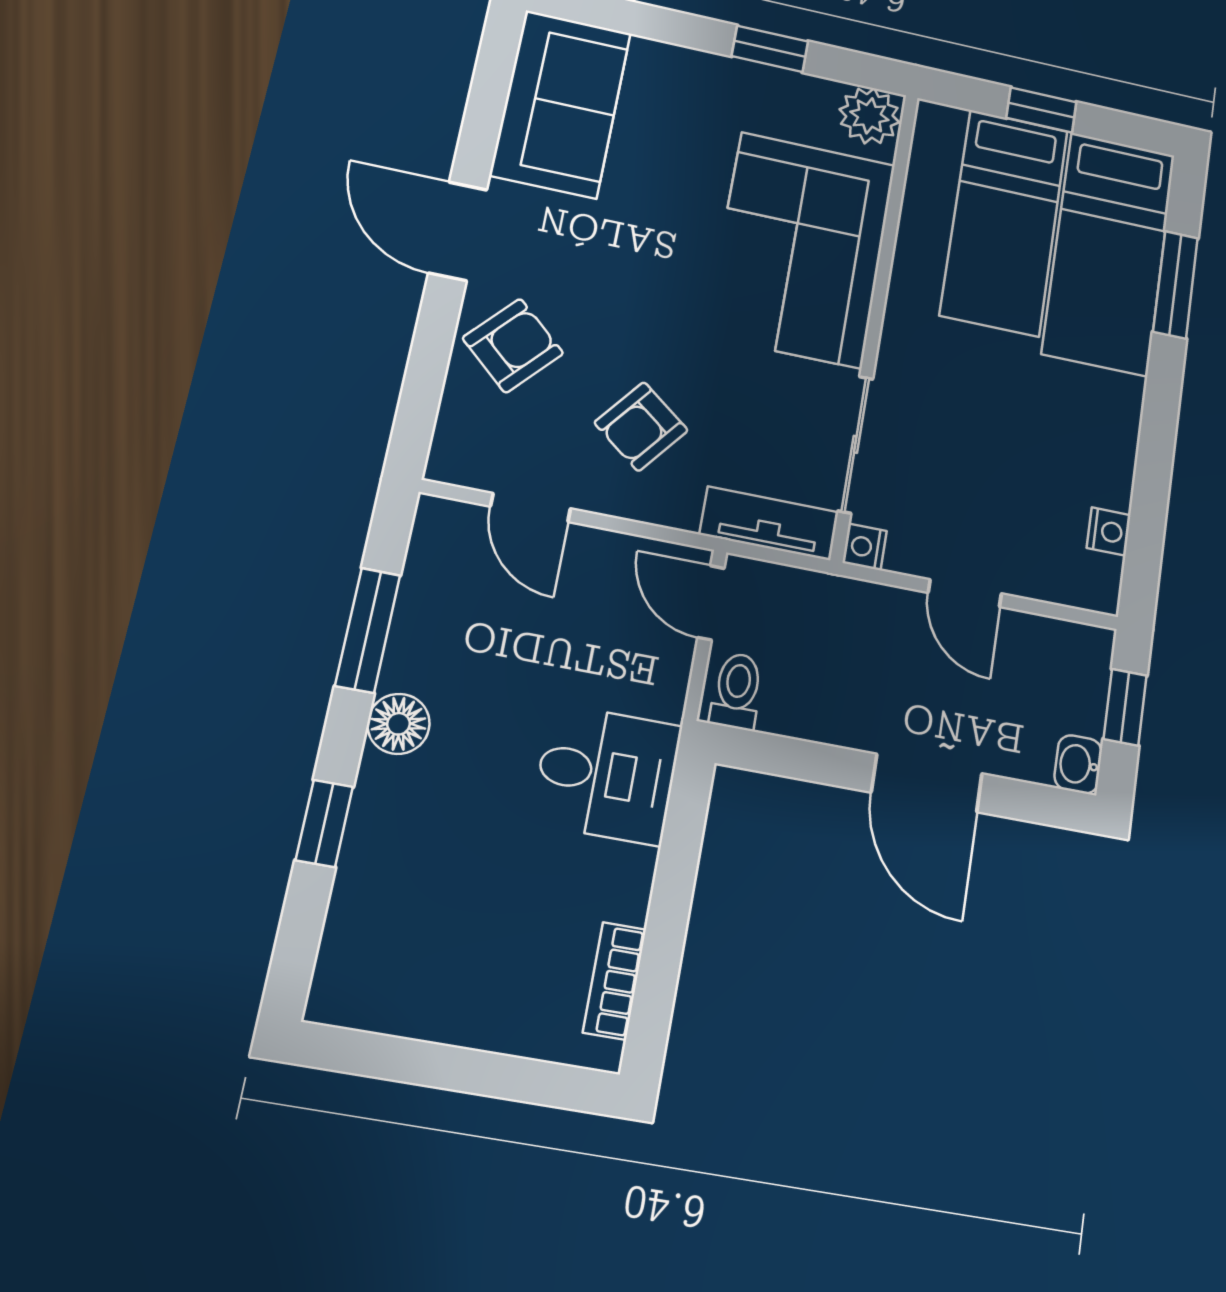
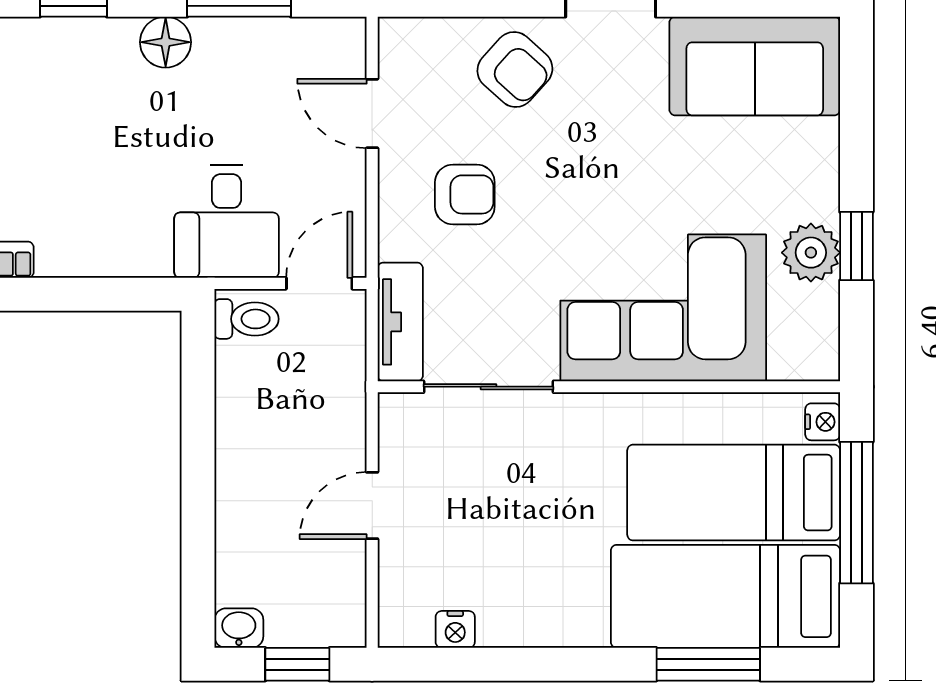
window: (1041, 110) -> (856, 513), width x2.17
plant: (869, 116) -> (811, 253), moved
armchair: (641, 427) -> (465, 194), turned 142
door: (531, 508) -> (372, 113), hinge flipped
nightstand: (865, 547) -> (823, 422), moved, turned 90
desk: (607, 774) -> (227, 221), moved
door: (927, 783) -> (198, 496), removed

